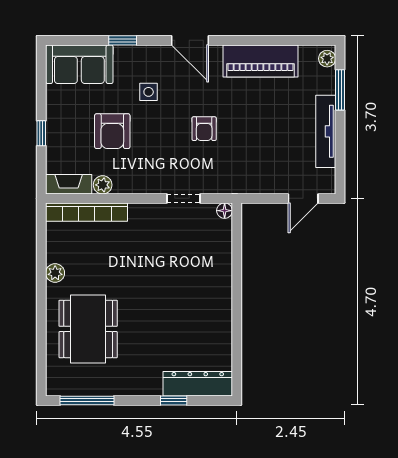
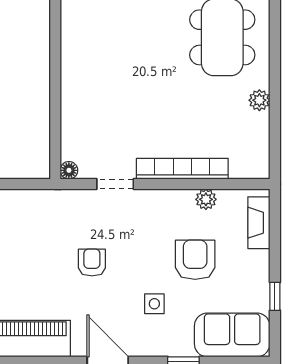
window: (41, 133) -> (275, 296), moved
fireplace: (69, 184) -> (259, 223), moved, turned 90
bookcase: (87, 212) -> (182, 169), moved

